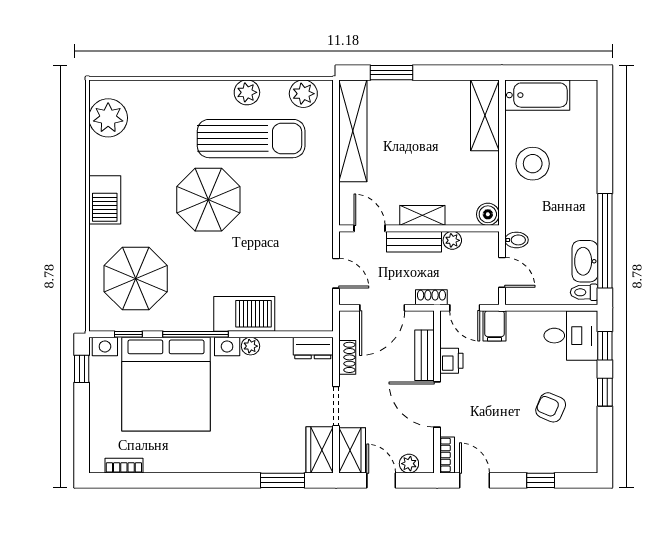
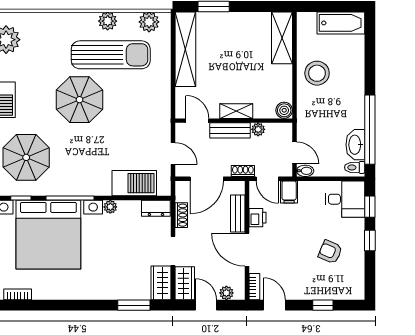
bathtub: (537, 95) -> (341, 23), moved
bidet: (516, 240) -> (305, 171), moved
barbecue: (244, 314) -> (134, 183), moved

